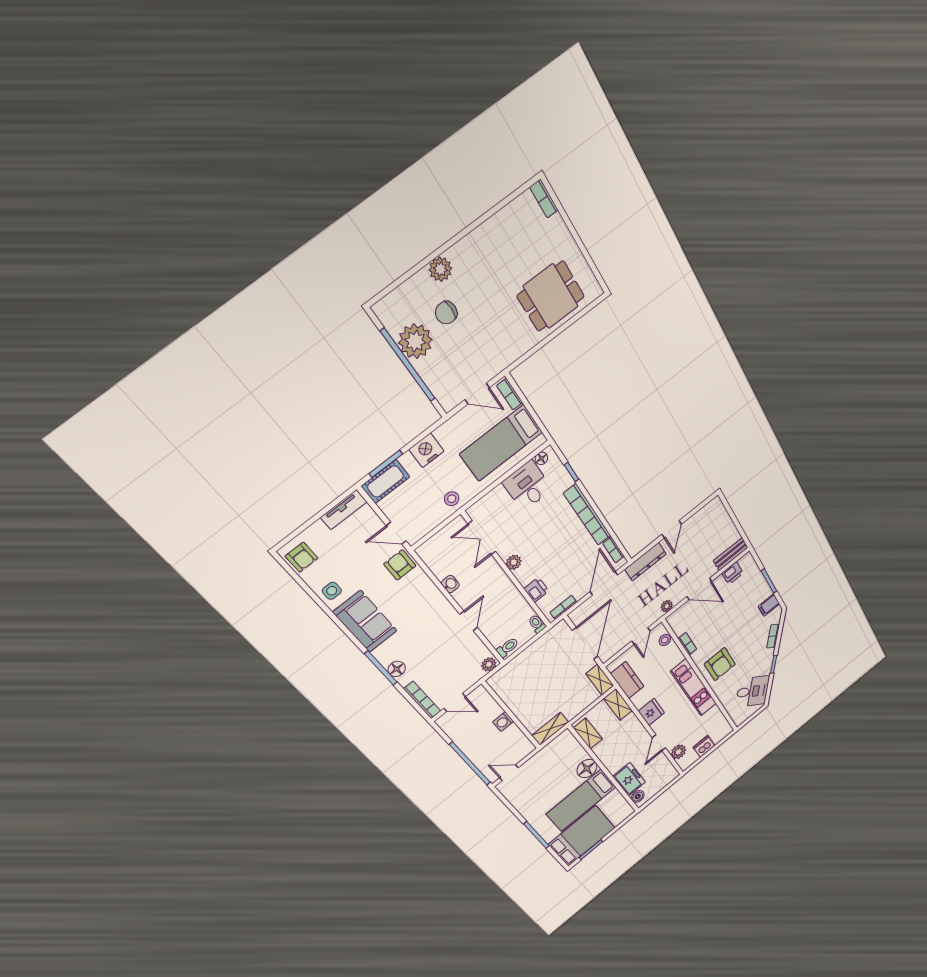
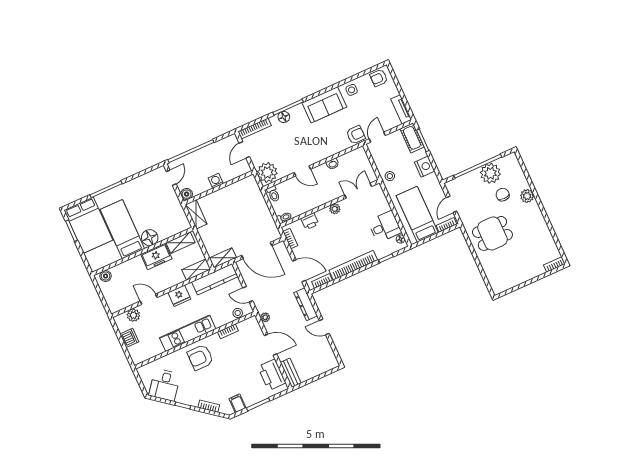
dining table: (551, 296) -> (492, 233), moved, turned 90
printer: (733, 573) -> (272, 375), width x1.87, depth x1.48
door: (699, 589) -> (271, 345), swing flipped
plant: (489, 664) -> (267, 172), width x1.87, depth x1.87
kitchen counter: (627, 680) -> (215, 279), width x1.50
boiler: (527, 748) -> (187, 194), added
freezer: (629, 779) -> (156, 257), moved

